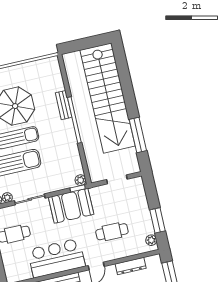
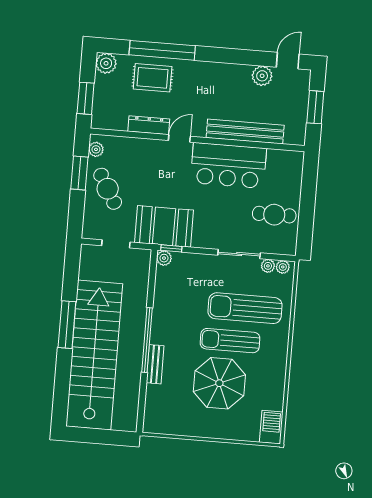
window: (138, 135) -> (67, 325), moved
booth: (71, 206) -> (164, 226), moved
cafe table: (112, 232) -> (108, 189), moved, turned 60
dresser: (131, 266) -> (149, 125), moved

